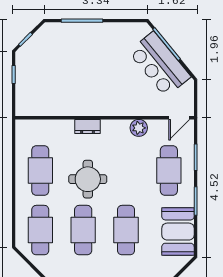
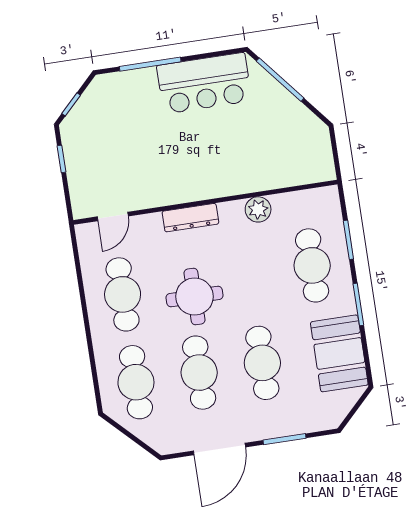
bar counter: (160, 64) -> (204, 83), moved, turned -51
door: (179, 118) -> (113, 216), moved
dresser: (88, 126) -> (190, 218), width x1.44

